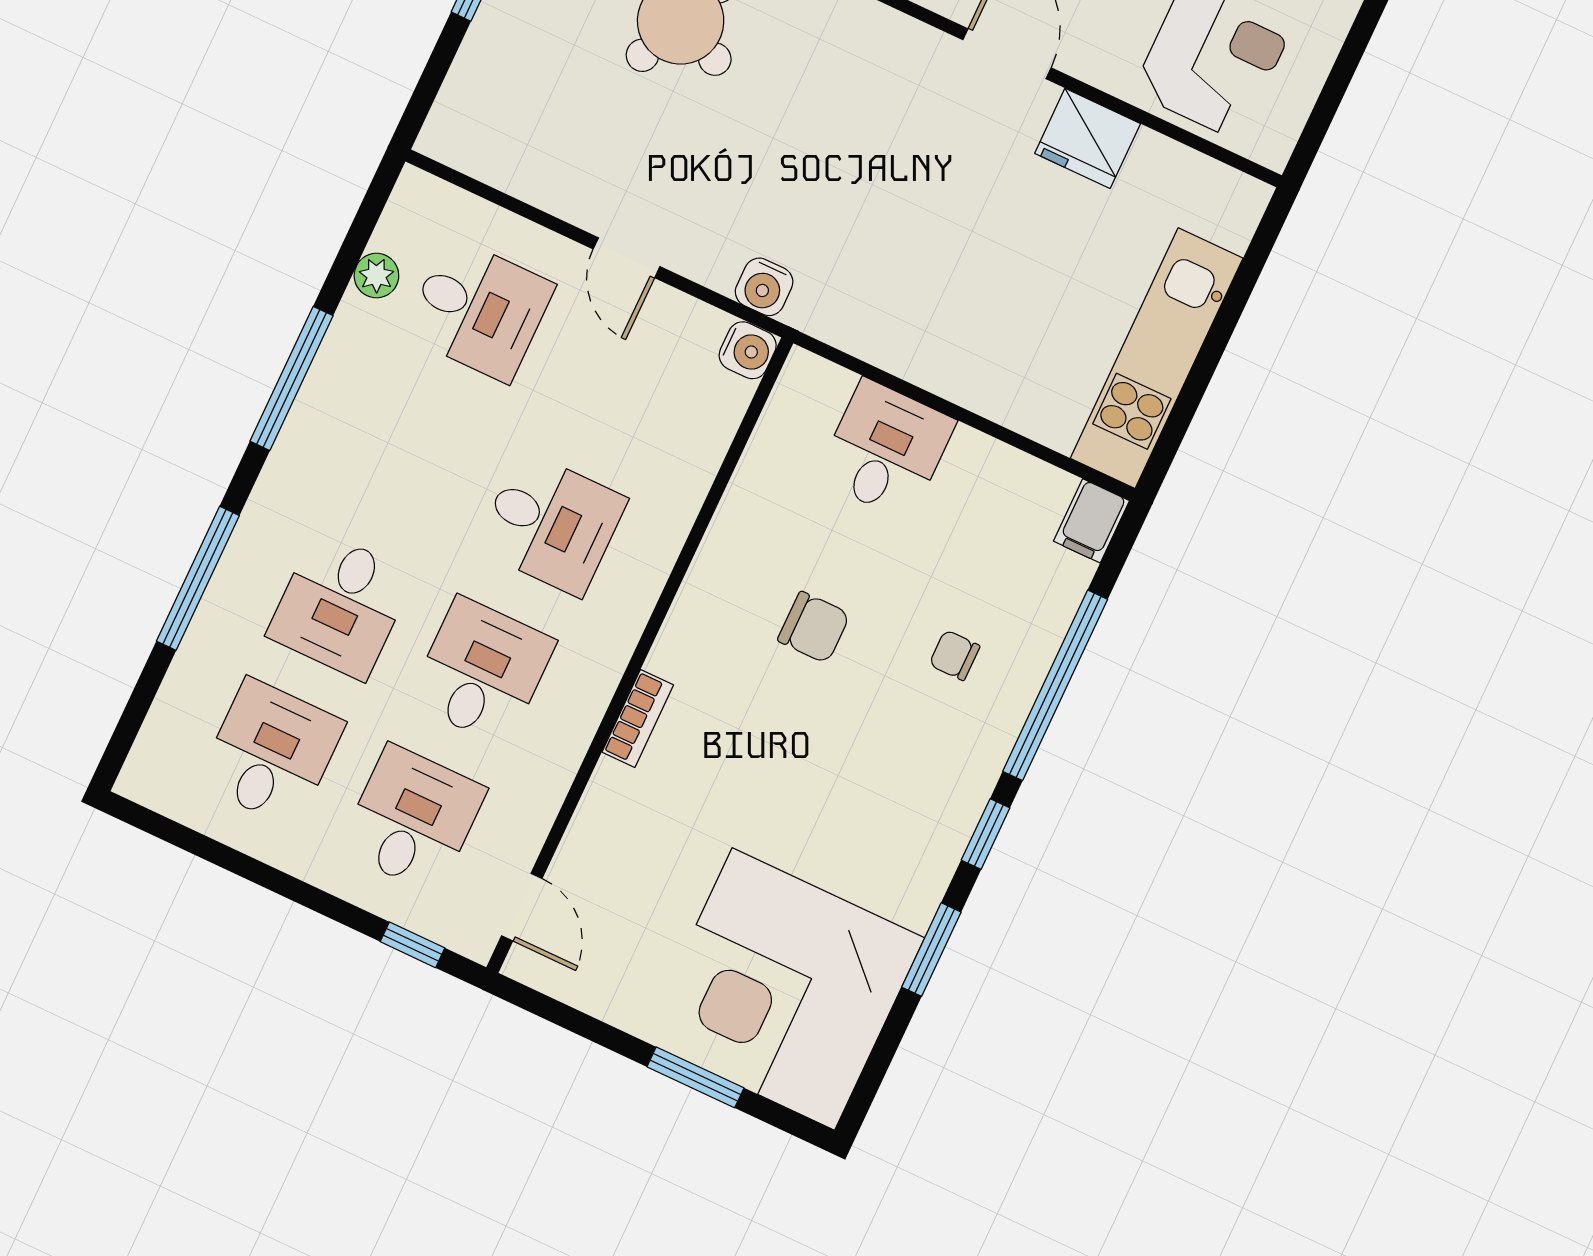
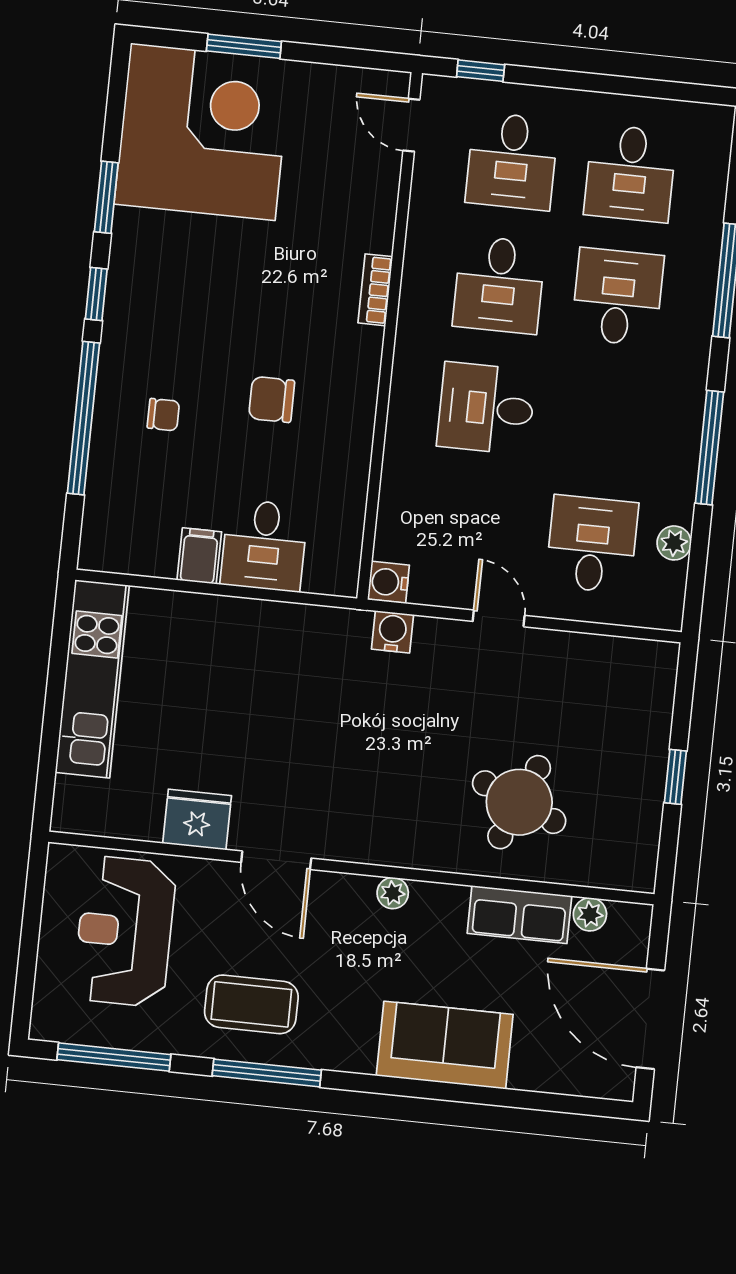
desk: (479, 309) -> (592, 544), turned 90
filing cabinet: (1091, 521) -> (199, 556), moved

